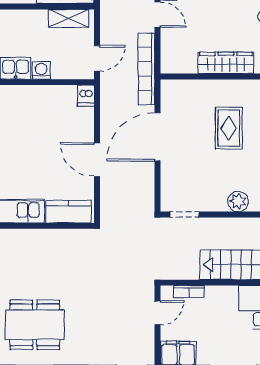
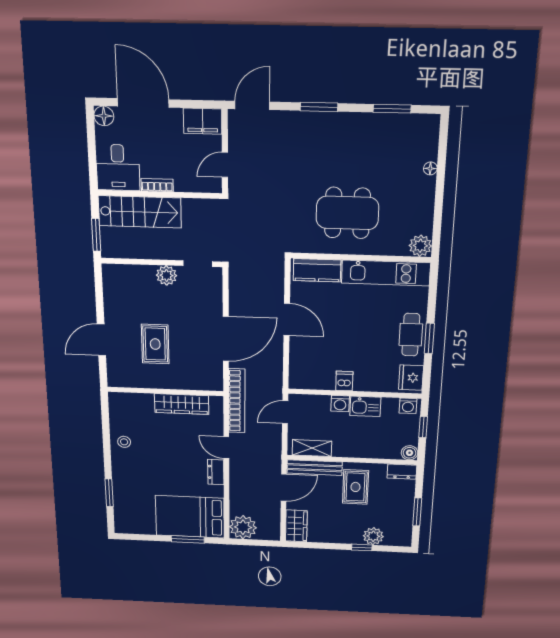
wardrobe: (226, 63) -> (182, 404), moved
dishwasher: (86, 96) -> (344, 381), moved
plant: (238, 201) -> (166, 275), moved
bookcase: (189, 291) -> (157, 185), moved
dining table: (35, 325) -> (347, 213), moved

